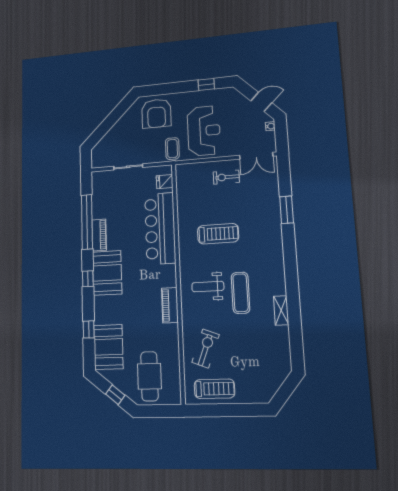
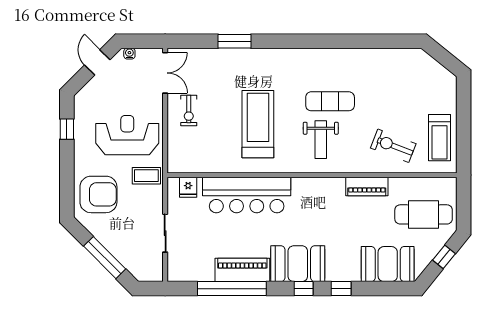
window: (108, 123) -> (105, 258), added
treadmill: (218, 234) -> (258, 124), width x1.37, depth x1.38
piano: (99, 235) -> (242, 270), width x1.37, depth x1.33
piano: (170, 305) -> (367, 186), moved
shelving: (281, 310) -> (353, 56), removed
window: (89, 329) -> (341, 289), moved
treadmill: (214, 389) -> (439, 138), turned 180

